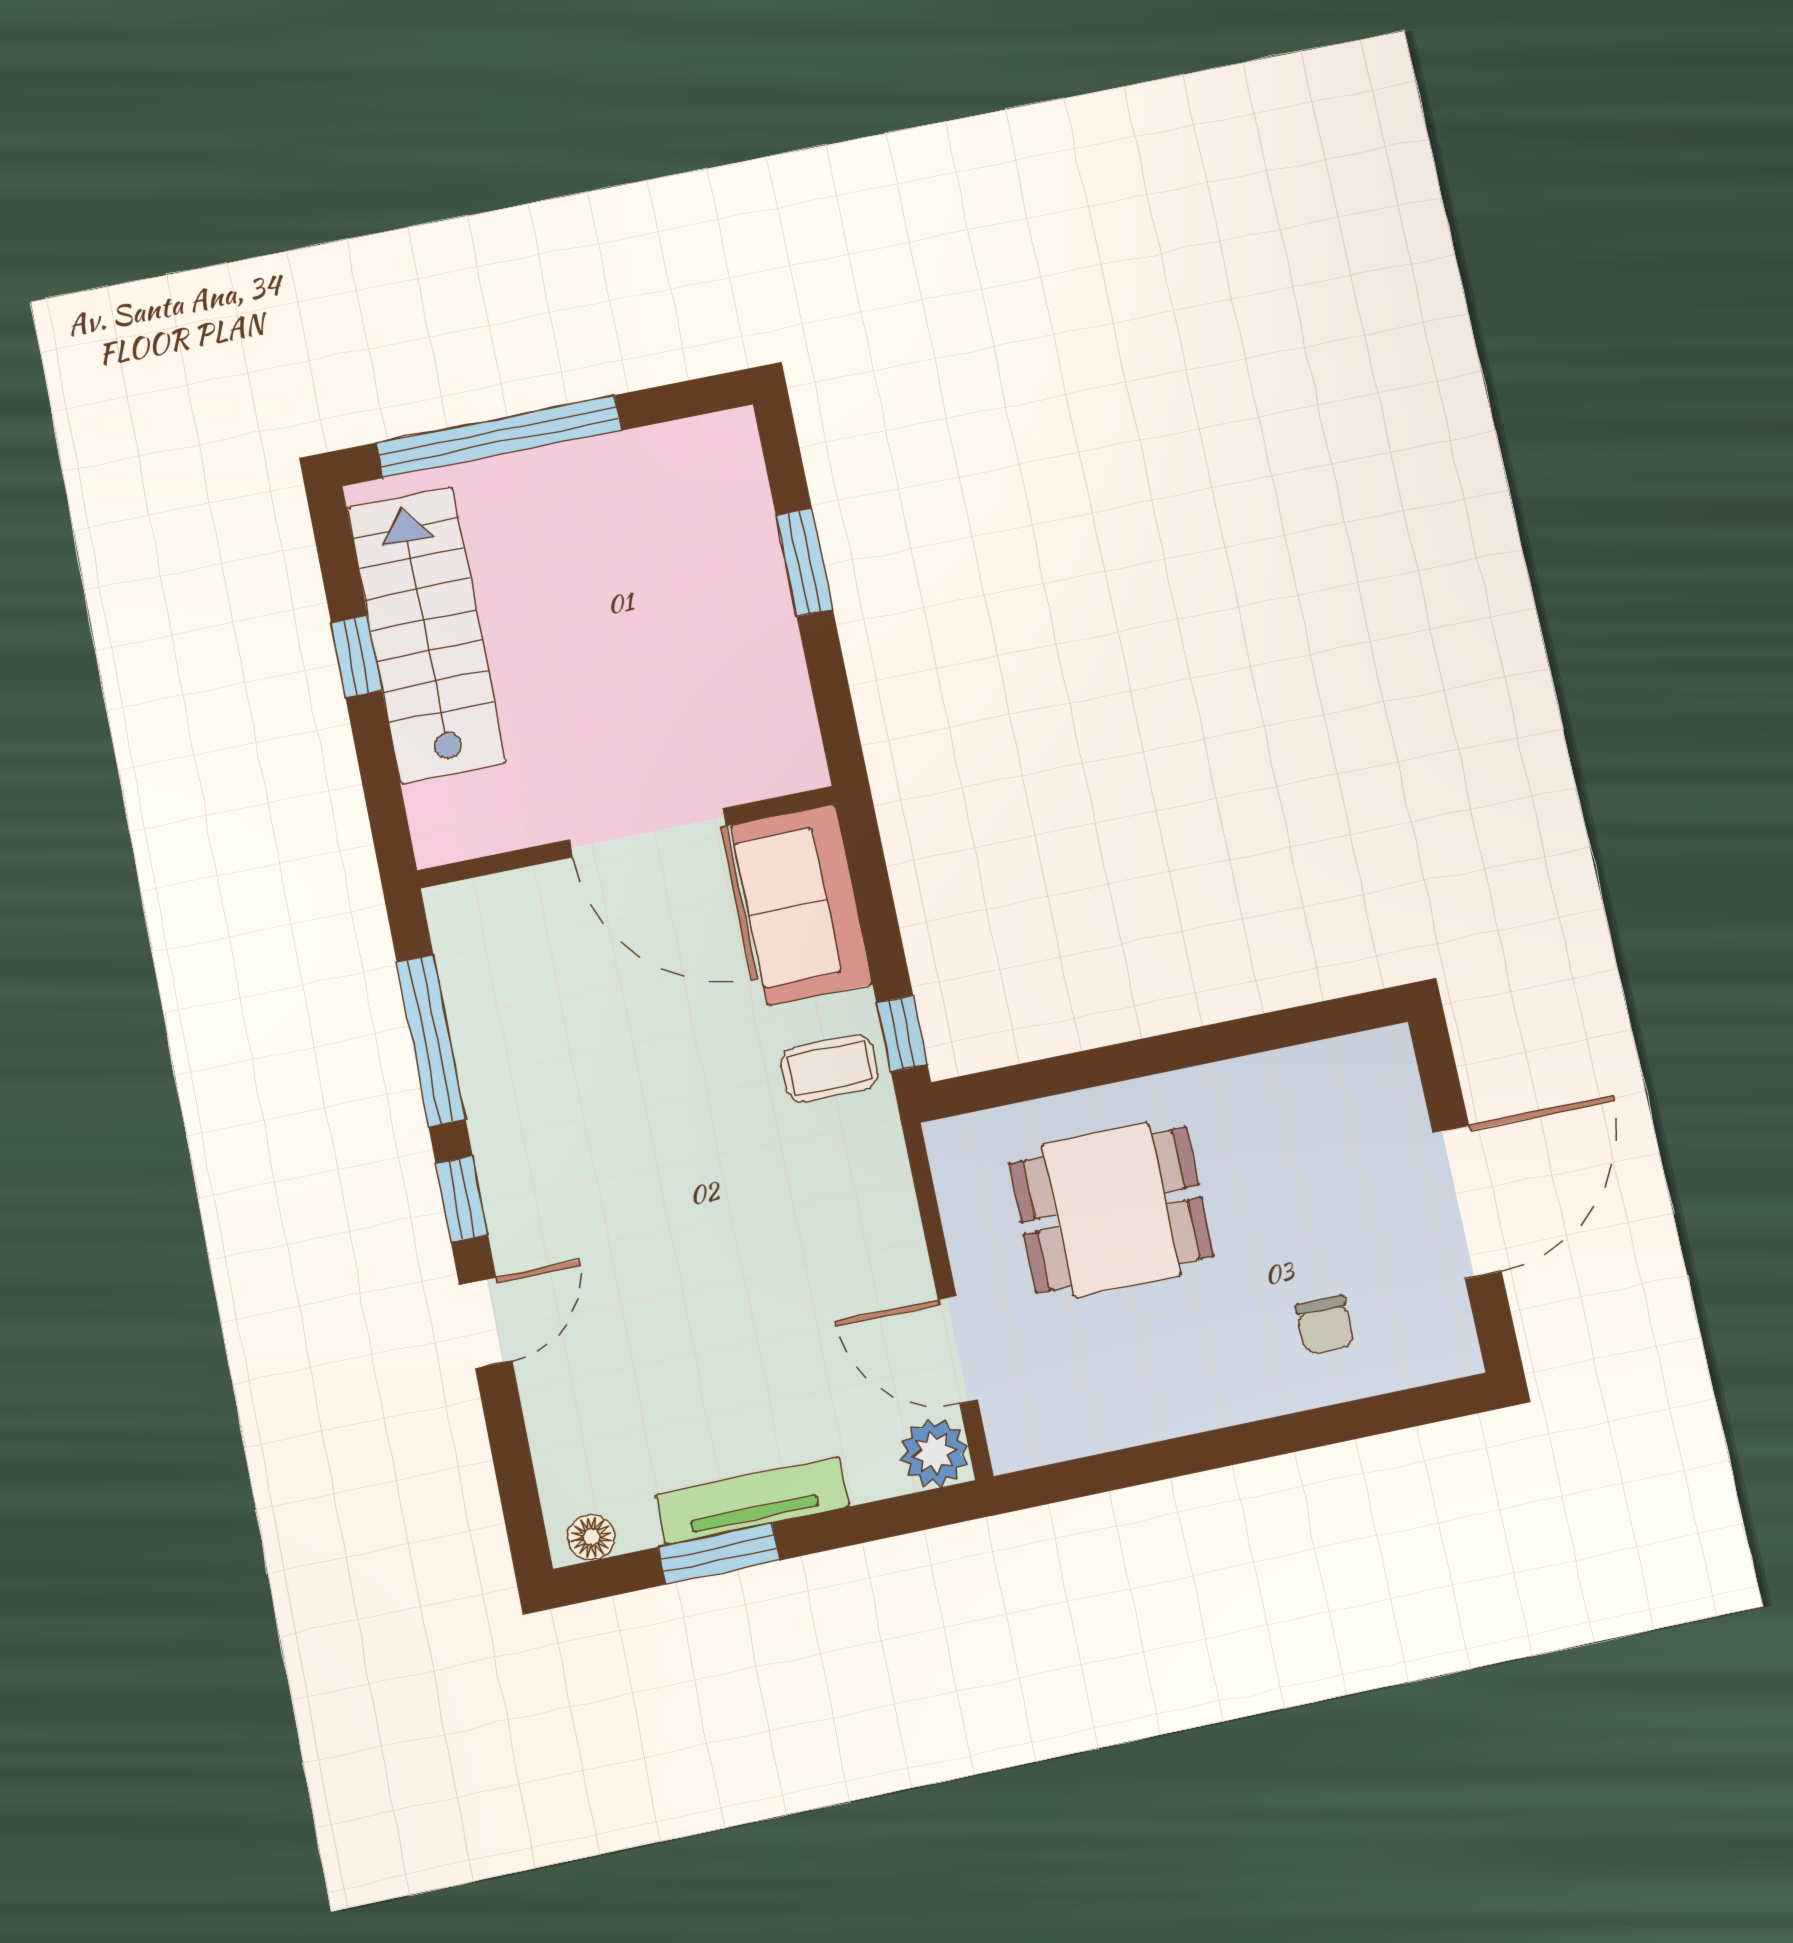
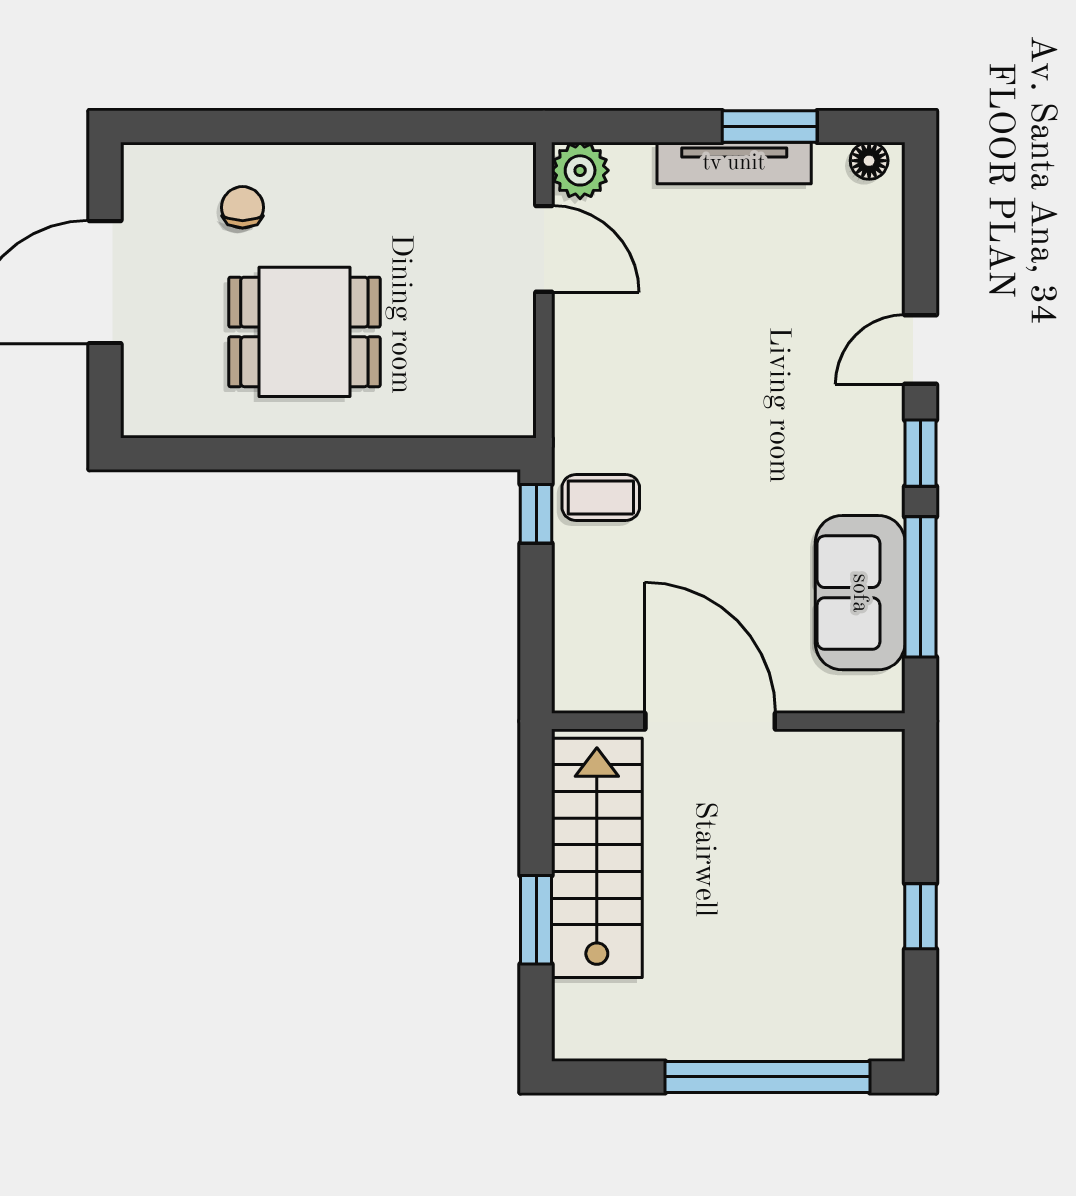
stairs: (426, 635) -> (597, 858), moved, turned 180
sofa: (802, 905) -> (860, 593), moved, turned 180
dining table: (1111, 1210) -> (304, 332), moved

